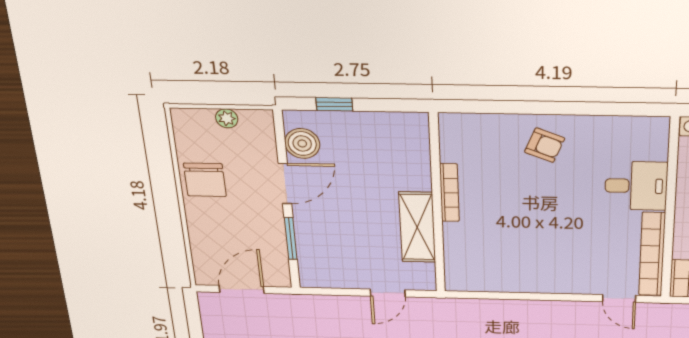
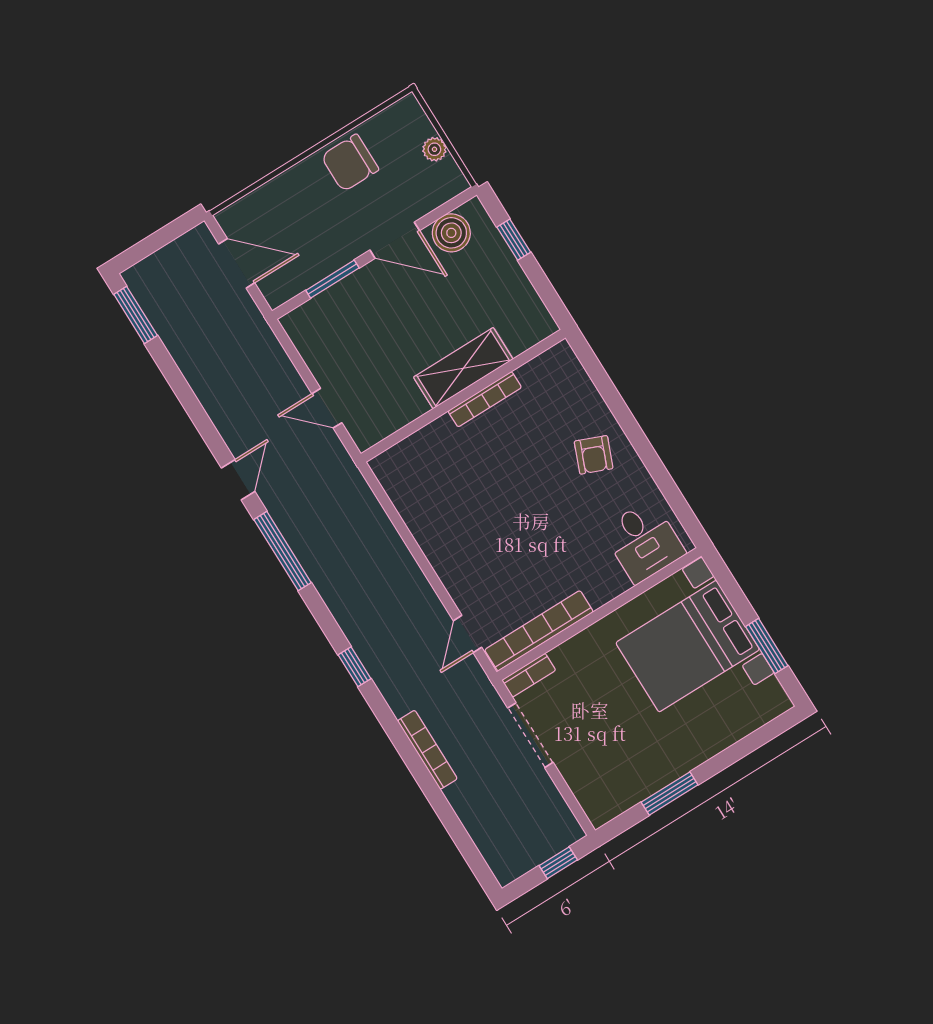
desk: (636, 186) -> (643, 541), moved
shelving: (417, 227) -> (463, 368), moved

